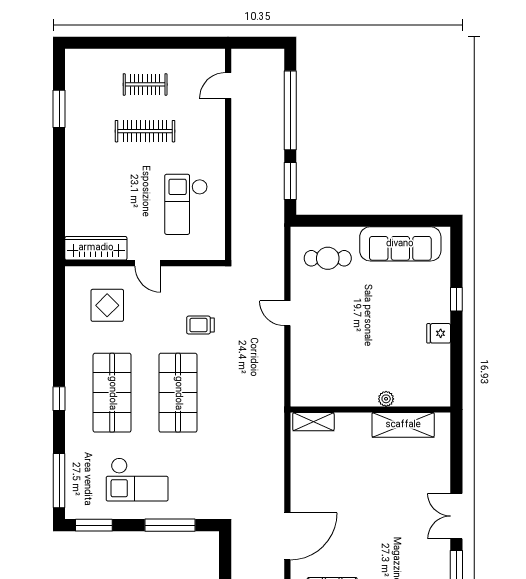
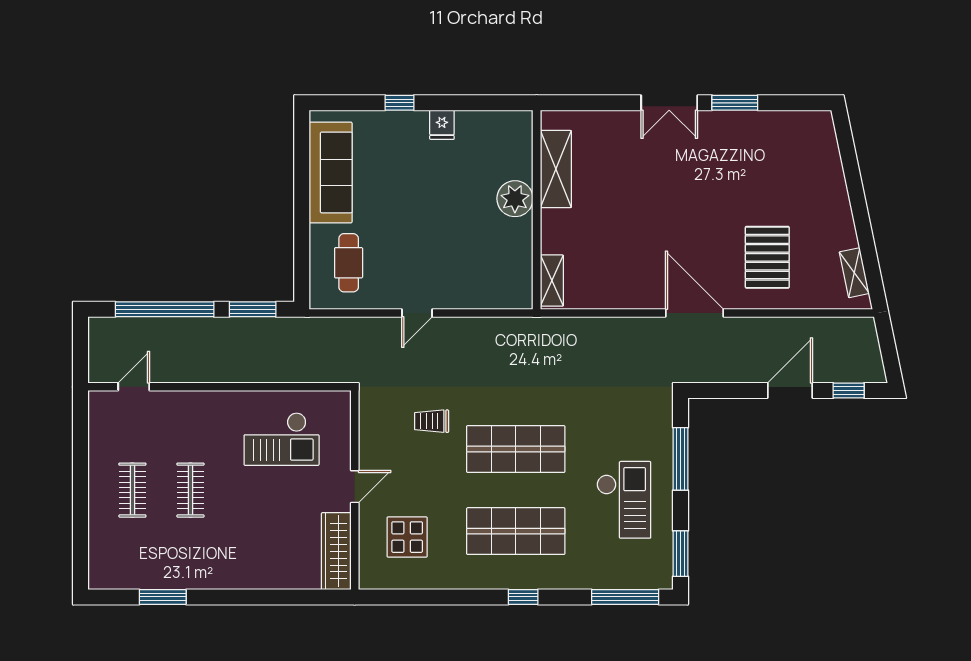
door: (228, 86) -> (134, 387), swing flipped
clothes rail: (145, 131) -> (190, 490), width x0.73
trolley: (200, 325) -> (432, 421), turned 90
plant: (386, 399) -> (515, 199), width x1.88, depth x1.88

